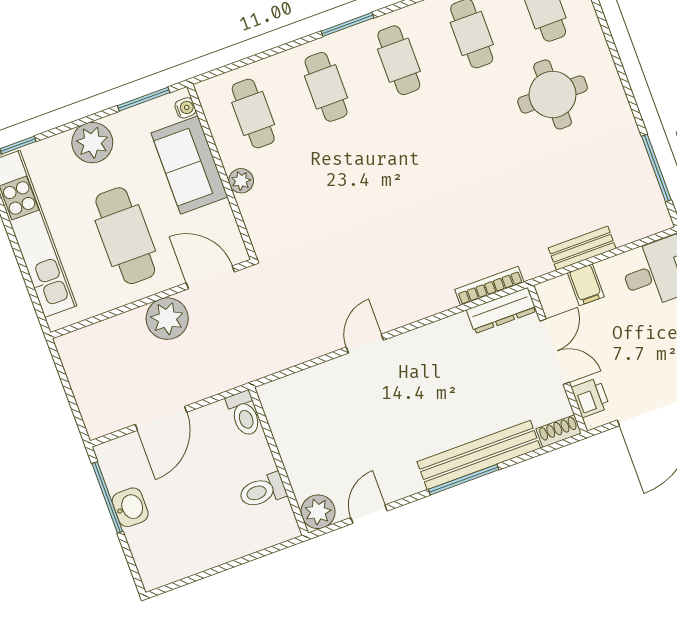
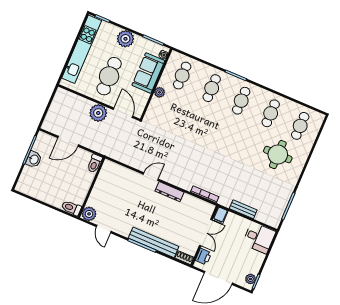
filing cabinet: (586, 285) -> (220, 215), moved
dresser: (501, 311) -> (170, 192), moved
toilet: (262, 491) -> (71, 208), moved
door: (369, 514) -> (104, 229), swing flipped

